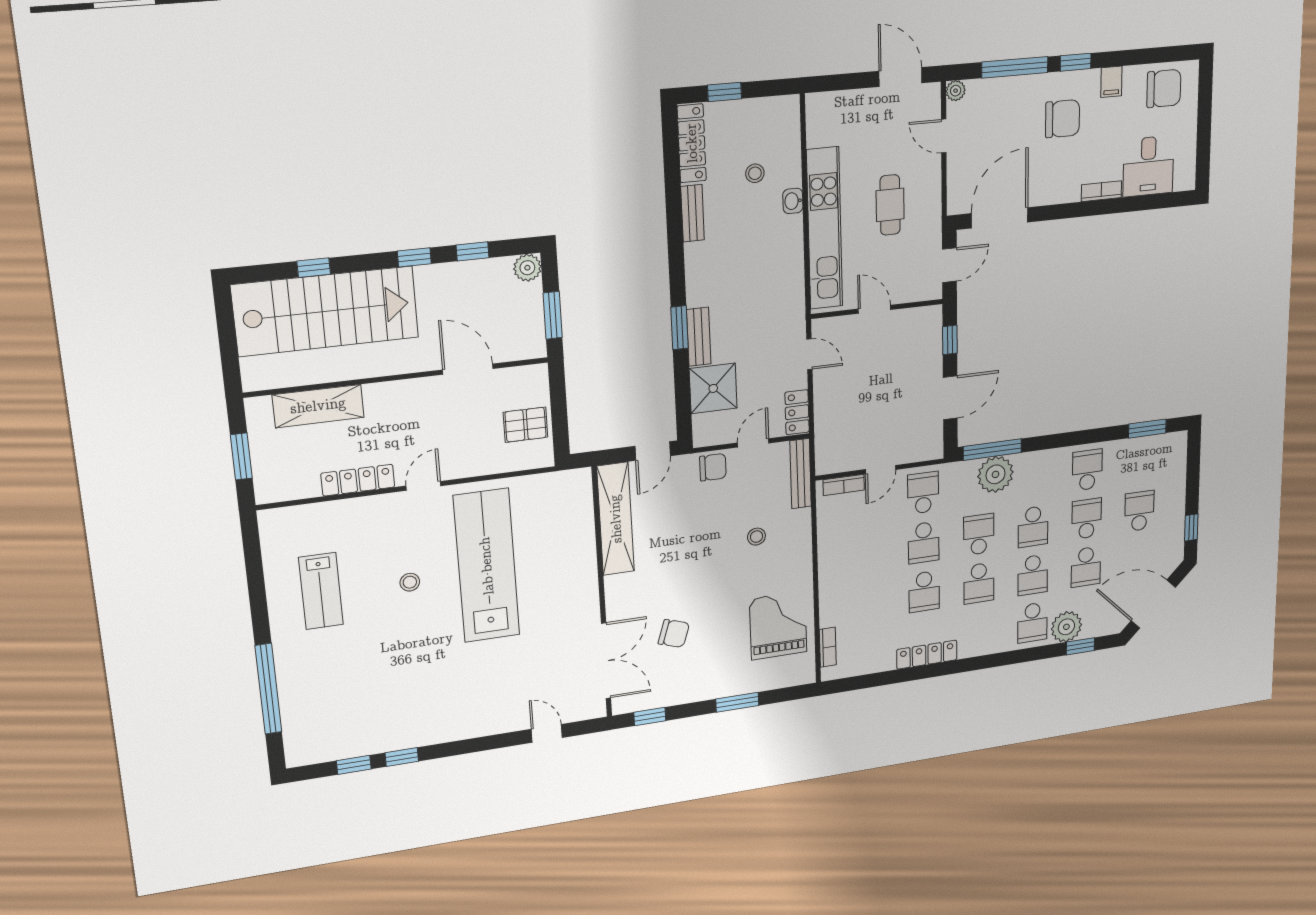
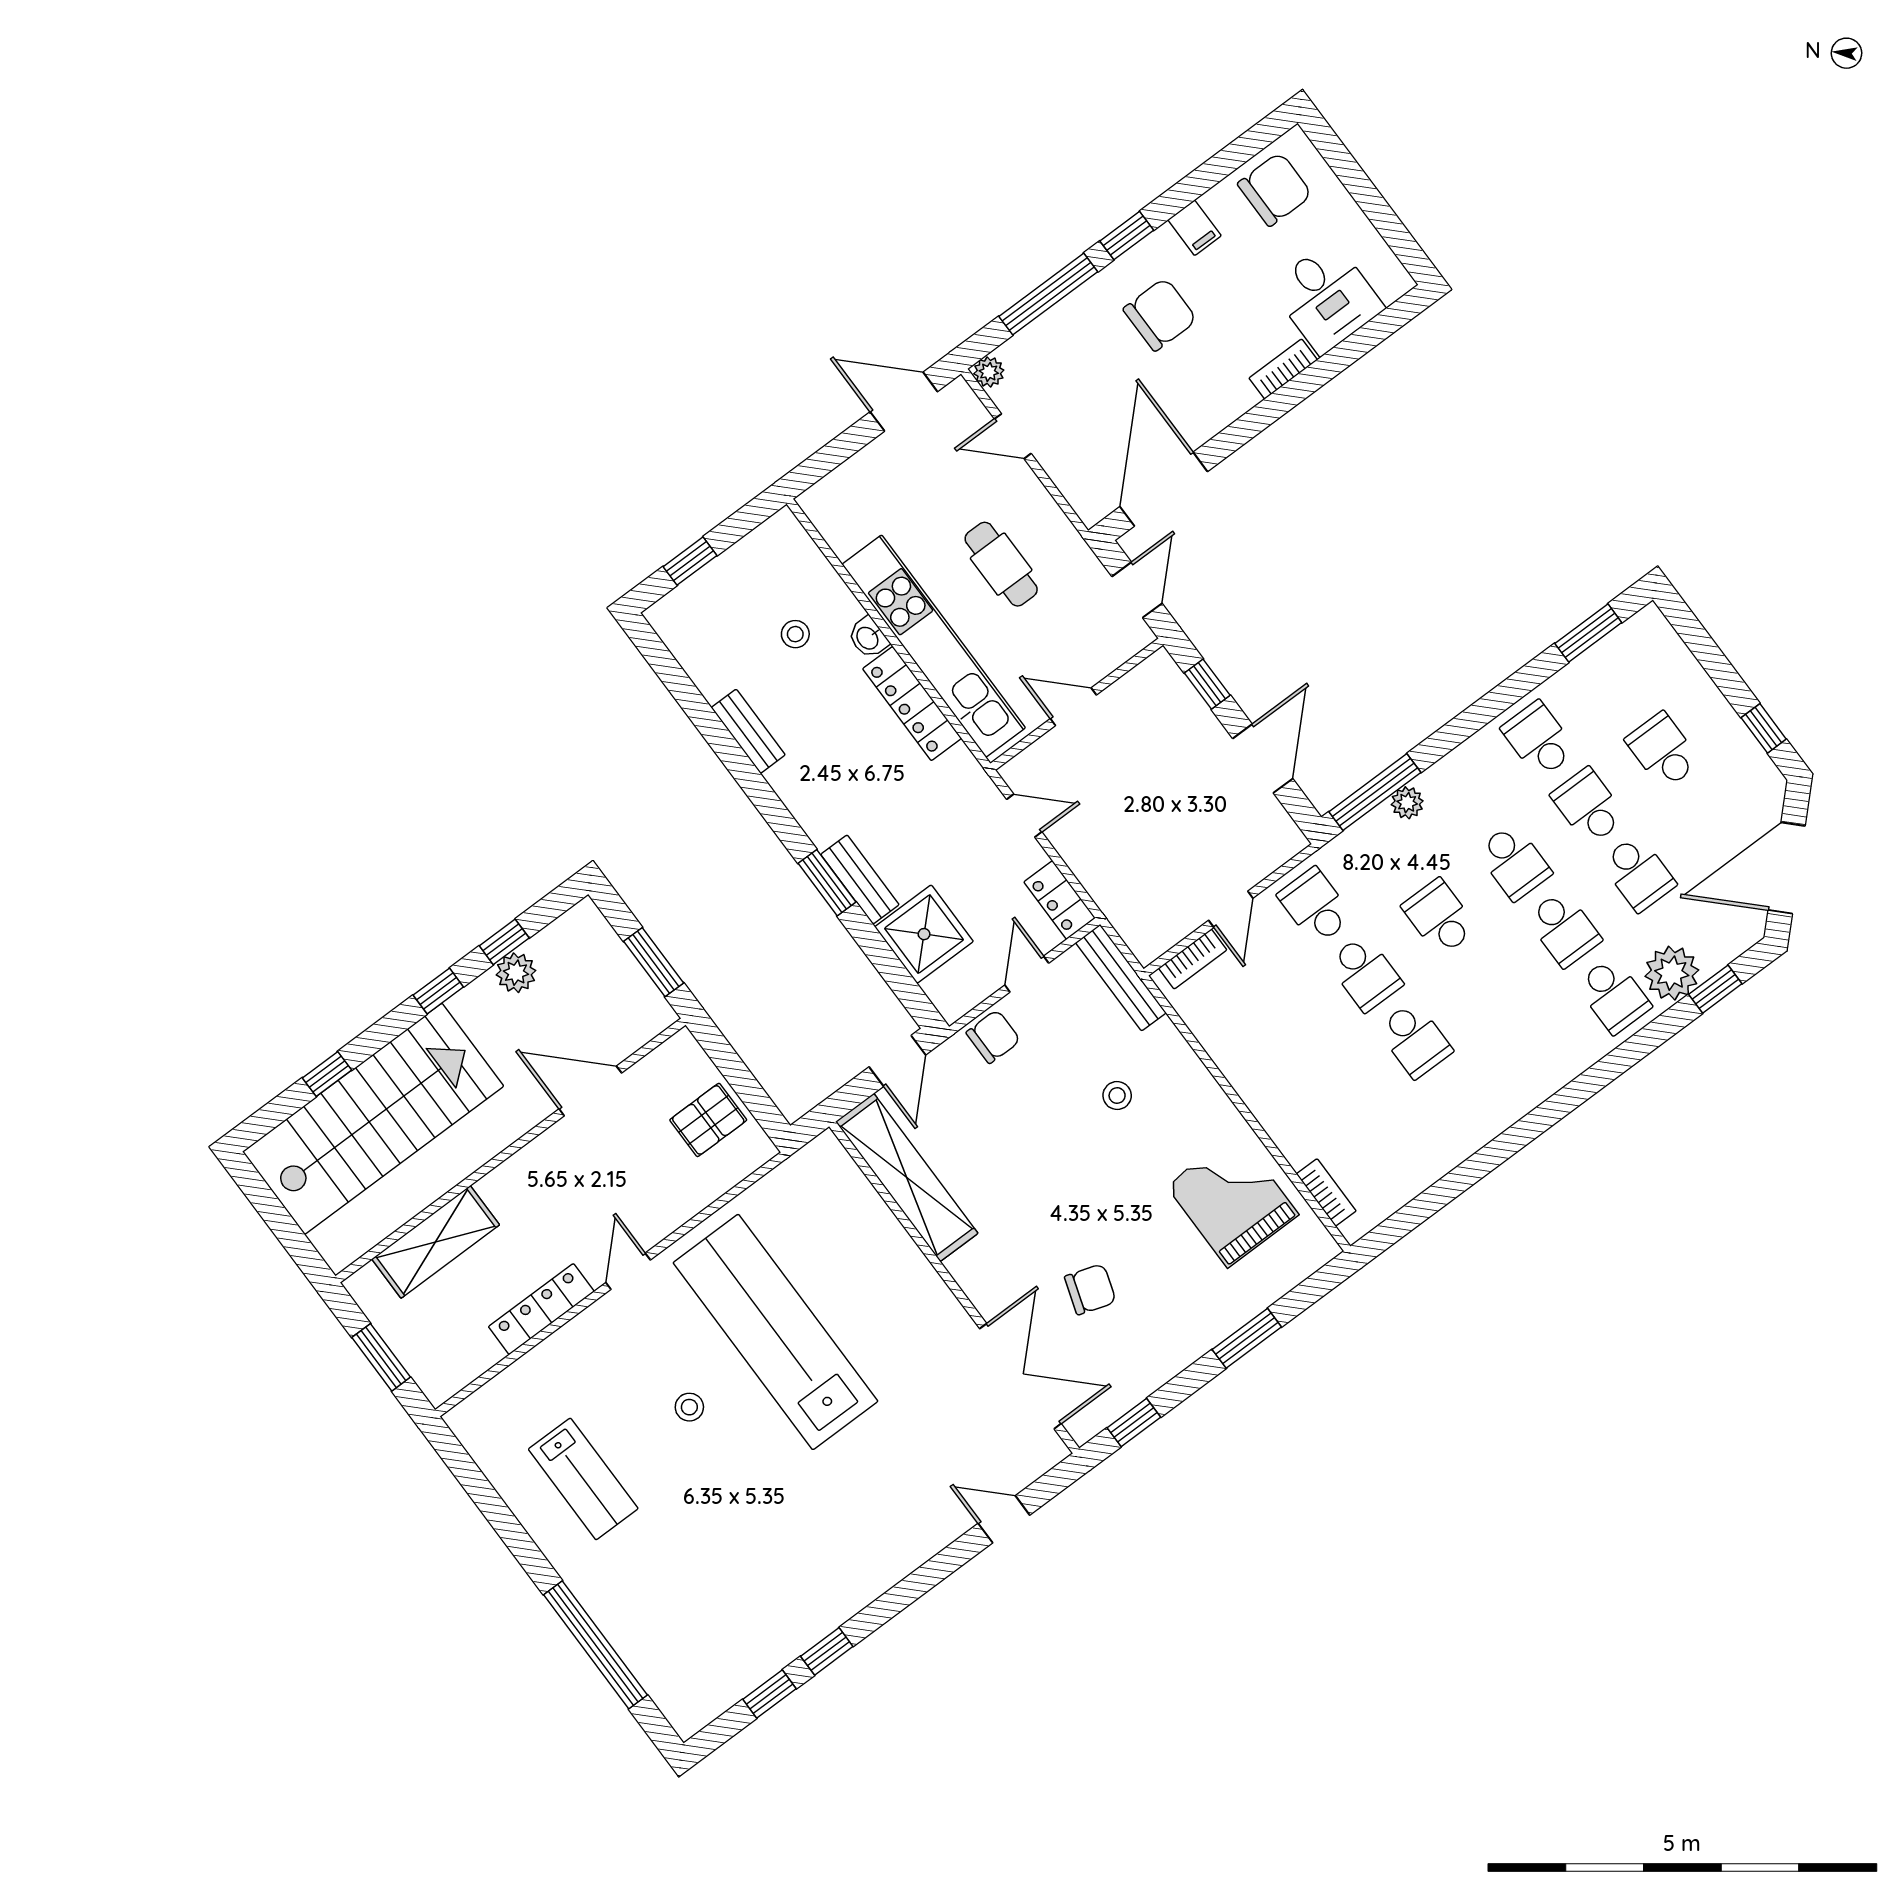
locker: (692, 143) -> (912, 704), moved, turned 180
plant: (527, 268) -> (516, 973), moved
plant: (996, 474) -> (1407, 803), width x0.53, depth x0.53
school desk: (979, 583) -> (1489, 984), removed
locker: (927, 655) -> (1483, 1126), removed

